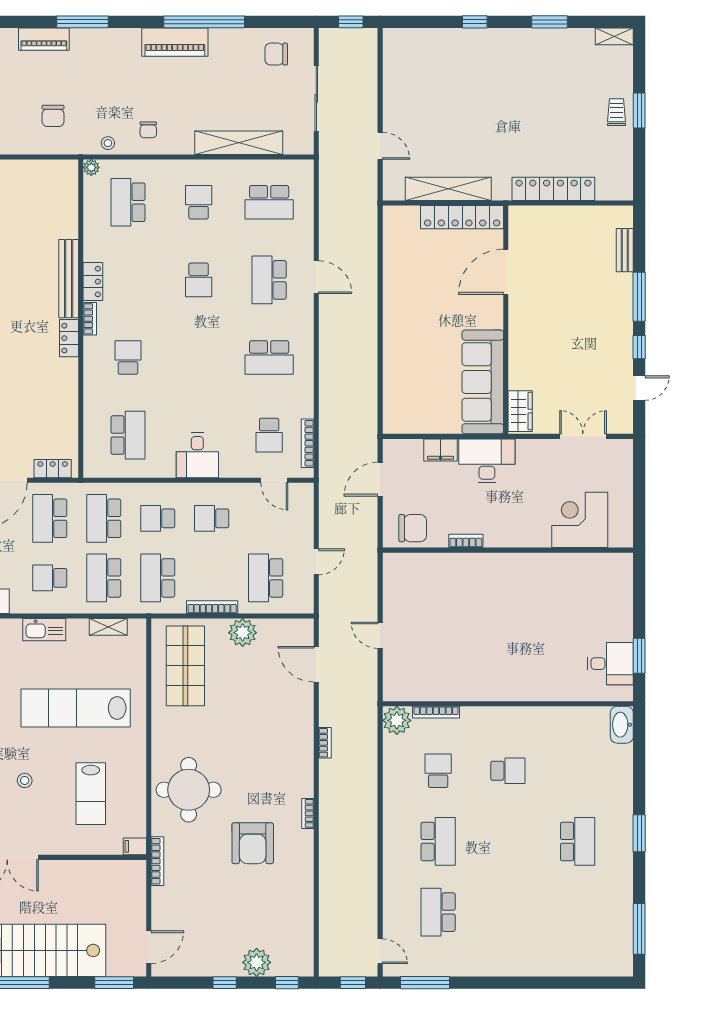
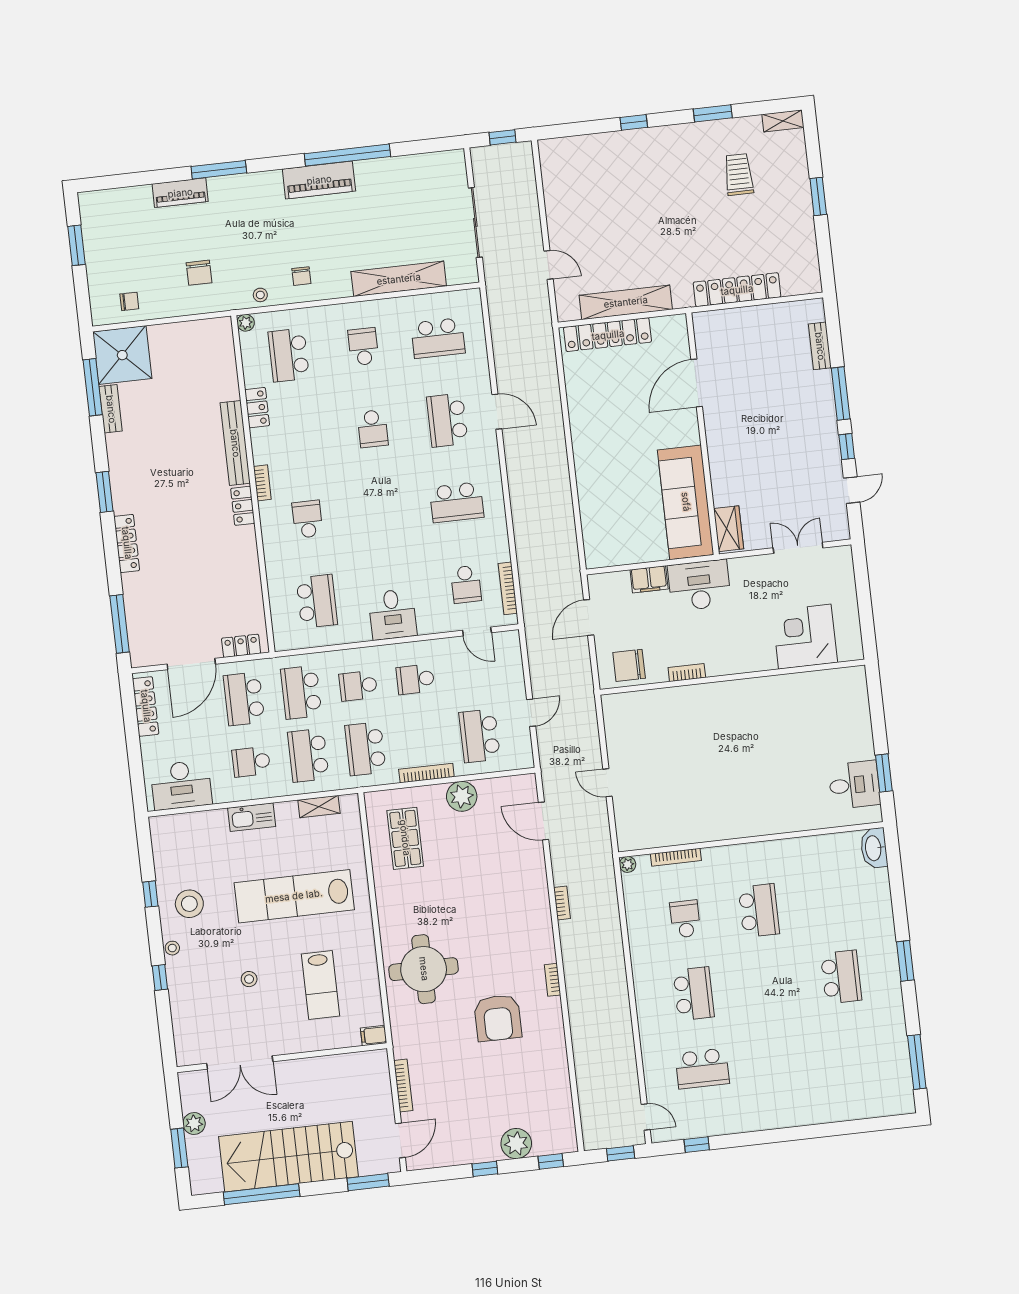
chair: (276, 54) -> (428, 181), removed
trolley: (616, 112) -> (739, 174), moved, width x1.36, depth x1.39
locker: (462, 217) -> (608, 335), moved
locker: (93, 282) -> (257, 408), moved
chair: (413, 528) -> (629, 665), turned 180
shop shelf: (185, 666) -> (405, 838), width x0.70, depth x0.74
plant: (397, 720) -> (628, 864), width x0.53, depth x0.53
school desk: (508, 771) -> (759, 911), width x1.85
bookcase: (157, 861) -> (403, 1086), moved
school desk: (438, 912) -> (702, 1068), turned -90
window: (425, 983) -> (697, 1145), width x0.46

